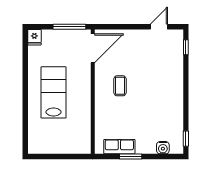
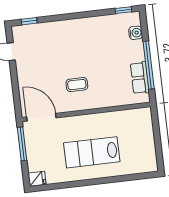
window: (131, 157) -> (149, 65), width x2.11

